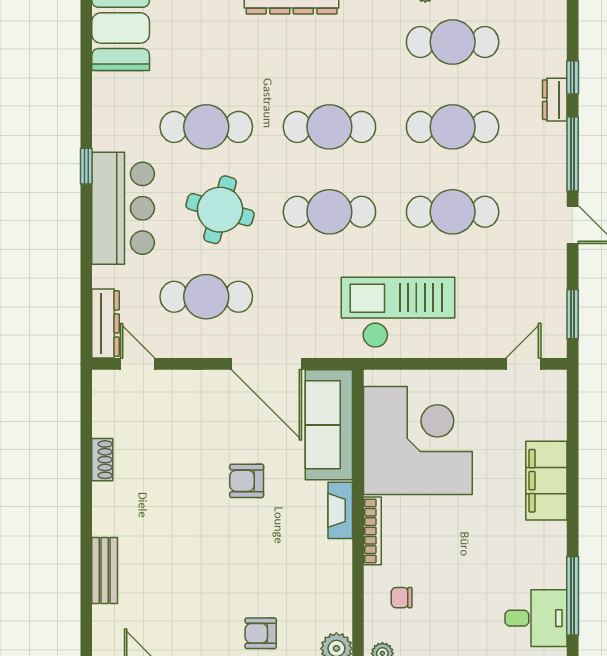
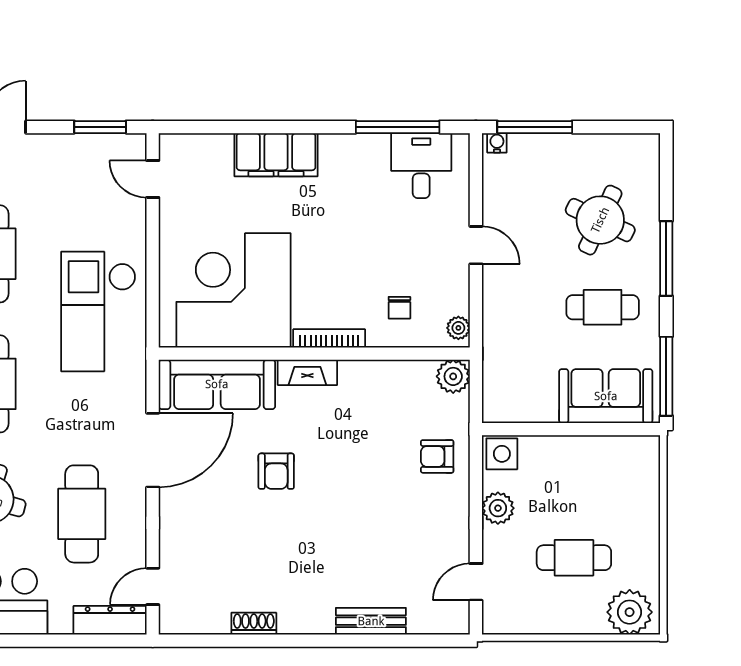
armchair: (261, 633) -> (437, 456), turned 90

